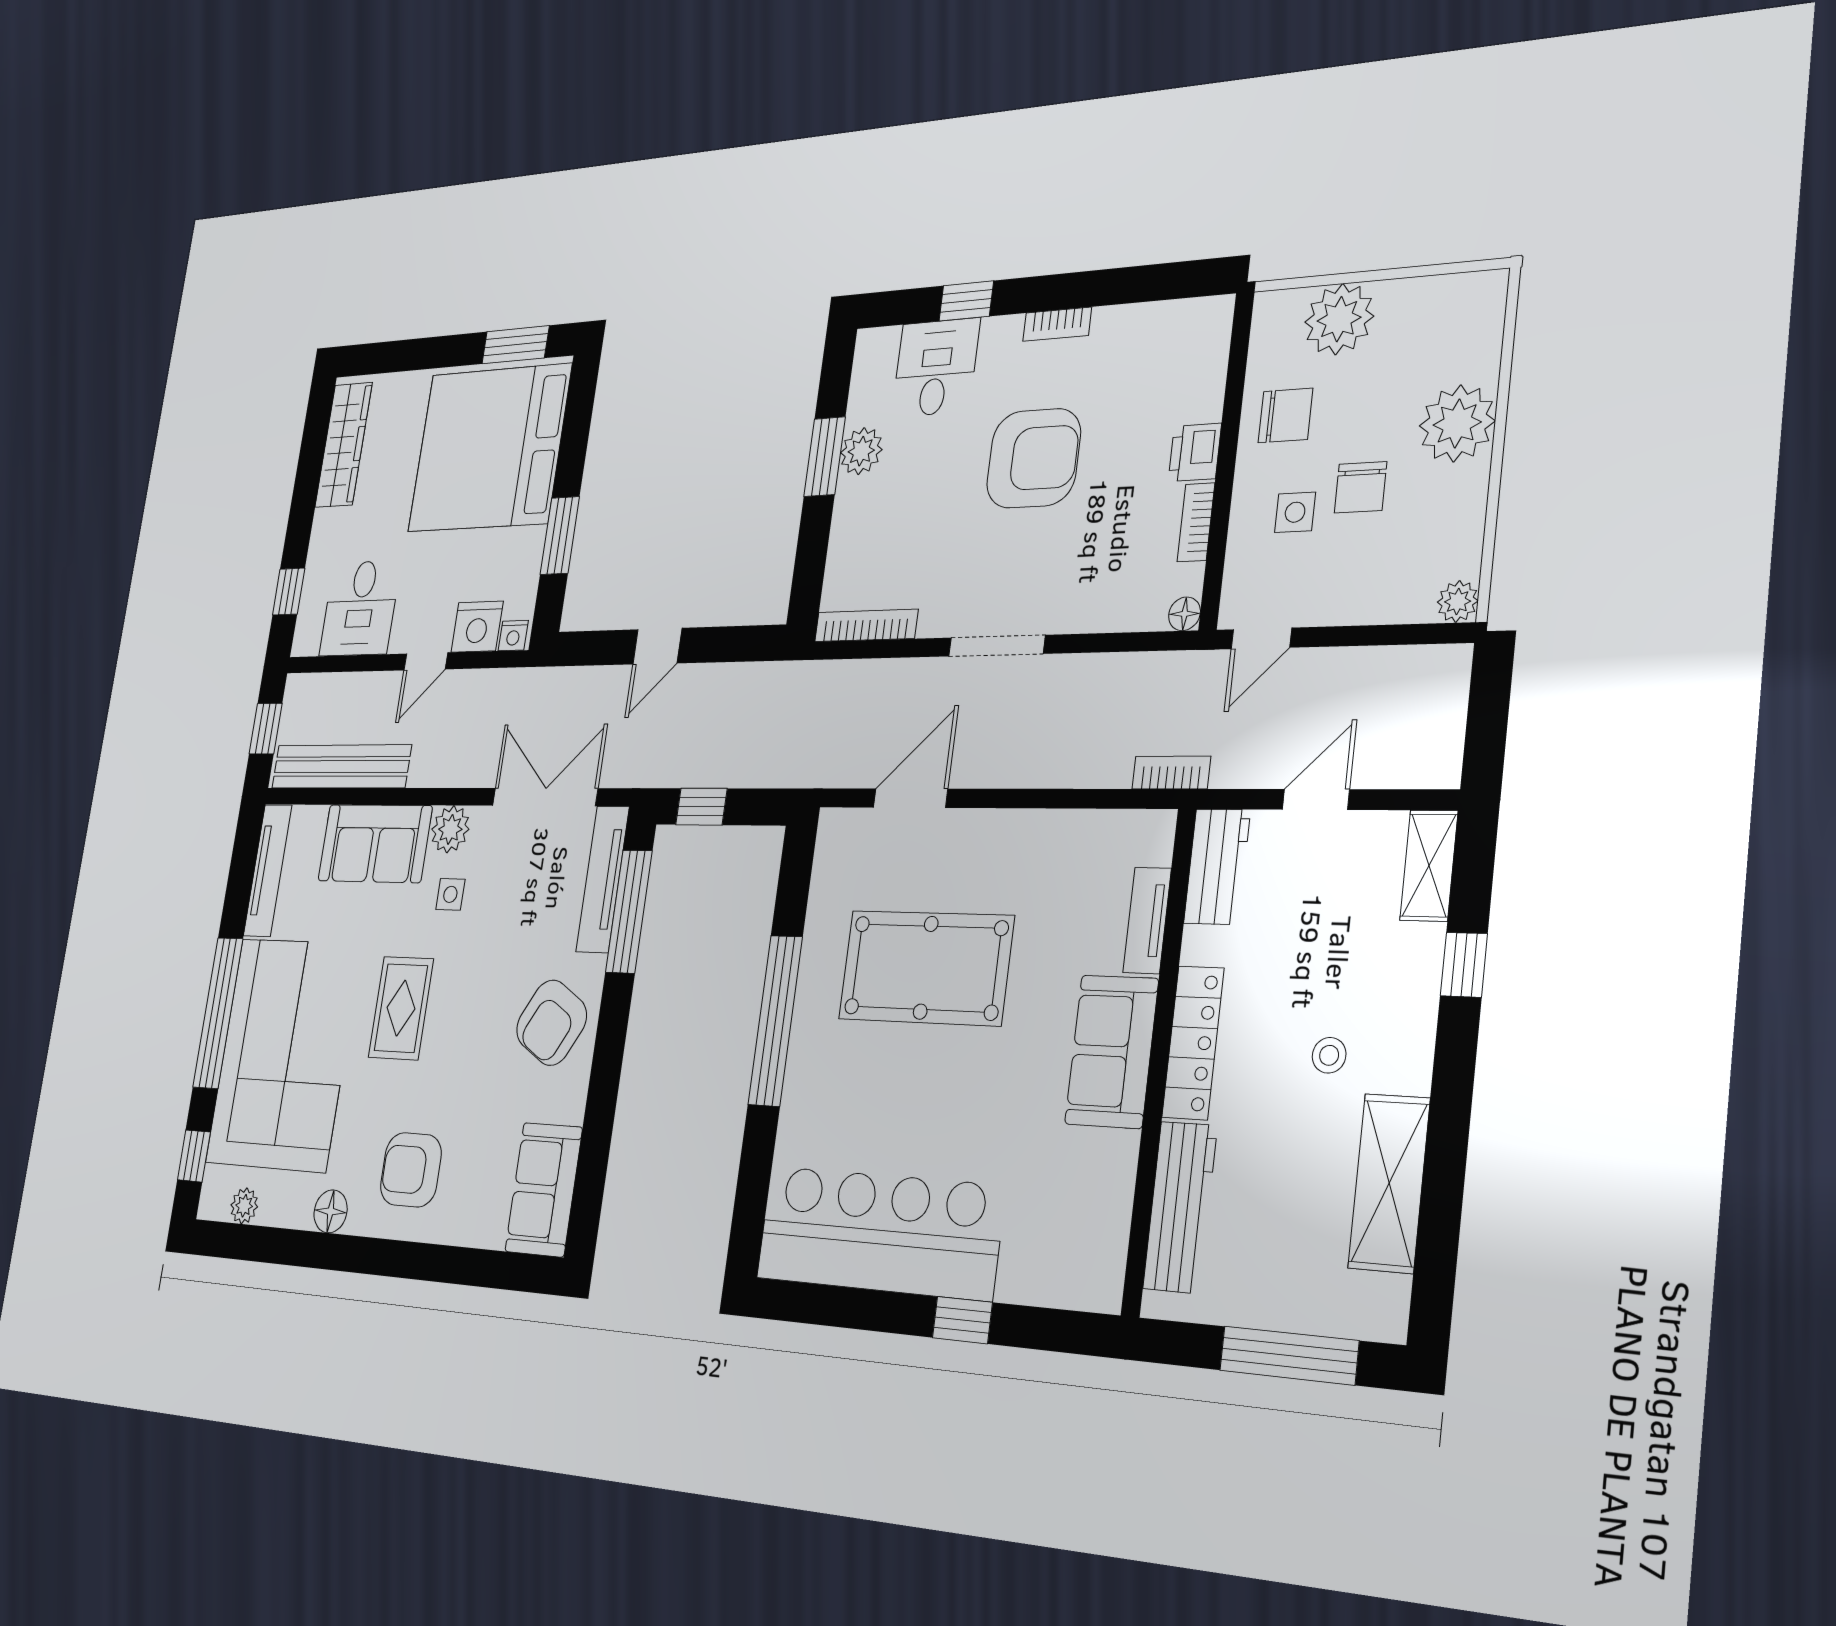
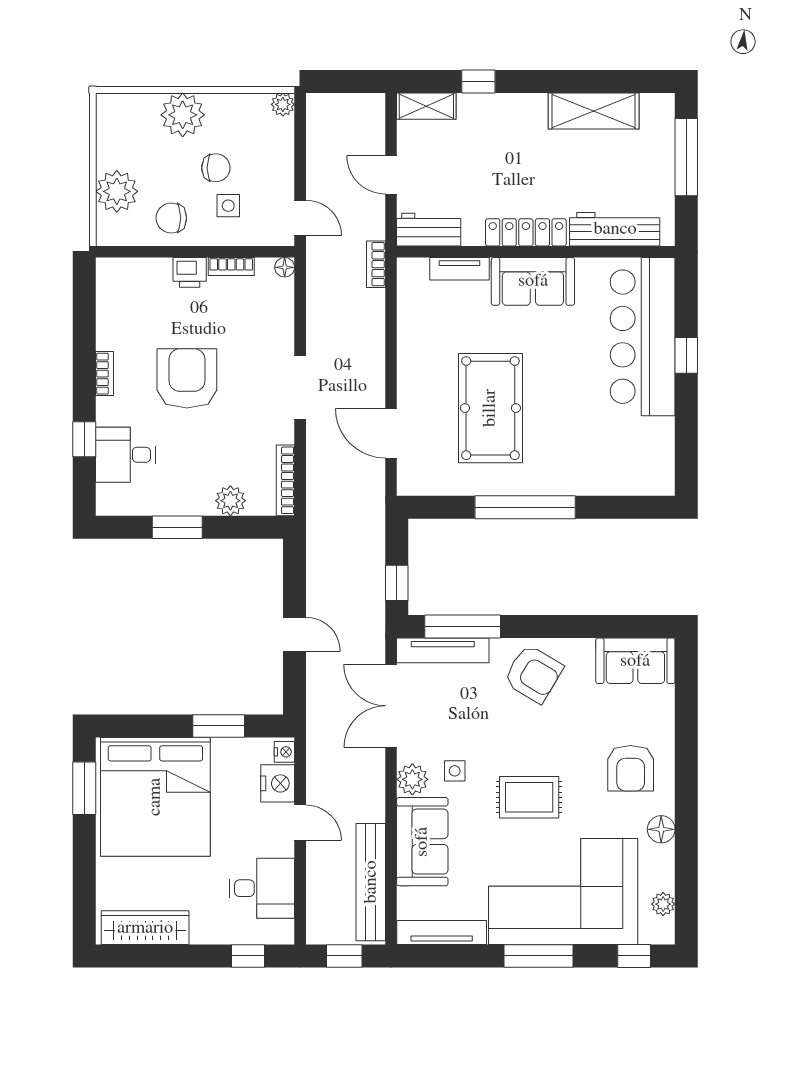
chair: (1285, 415) -> (171, 218), turned -90
plant: (861, 451) -> (230, 501), moved
window: (218, 1013) -> (539, 956), width x0.68
stool: (1329, 1055) -> (529, 152), removed
bar counter: (879, 1232) -> (643, 337), moved

